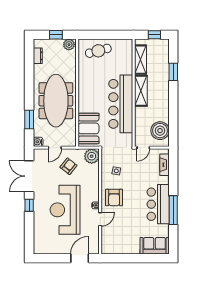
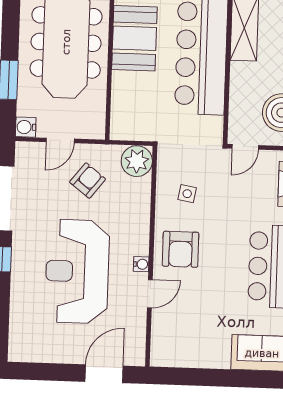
booth: (89, 128) -> (134, 38), moved

